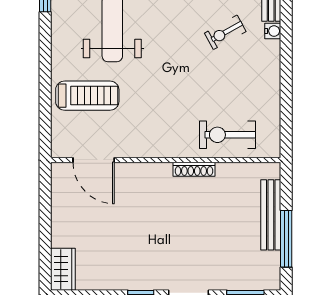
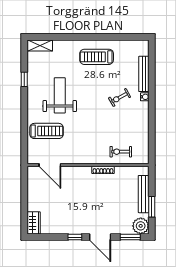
exercise bike: (227, 135) -> (121, 152), width x0.73, depth x0.72
window: (286, 239) -> (152, 207), width x0.69
plant: (265, 275) -> (141, 226), added

